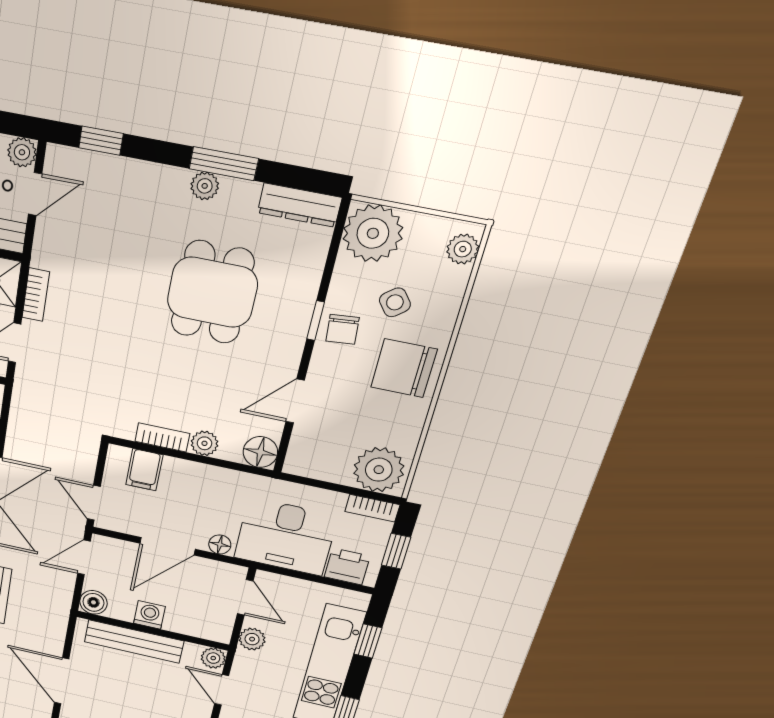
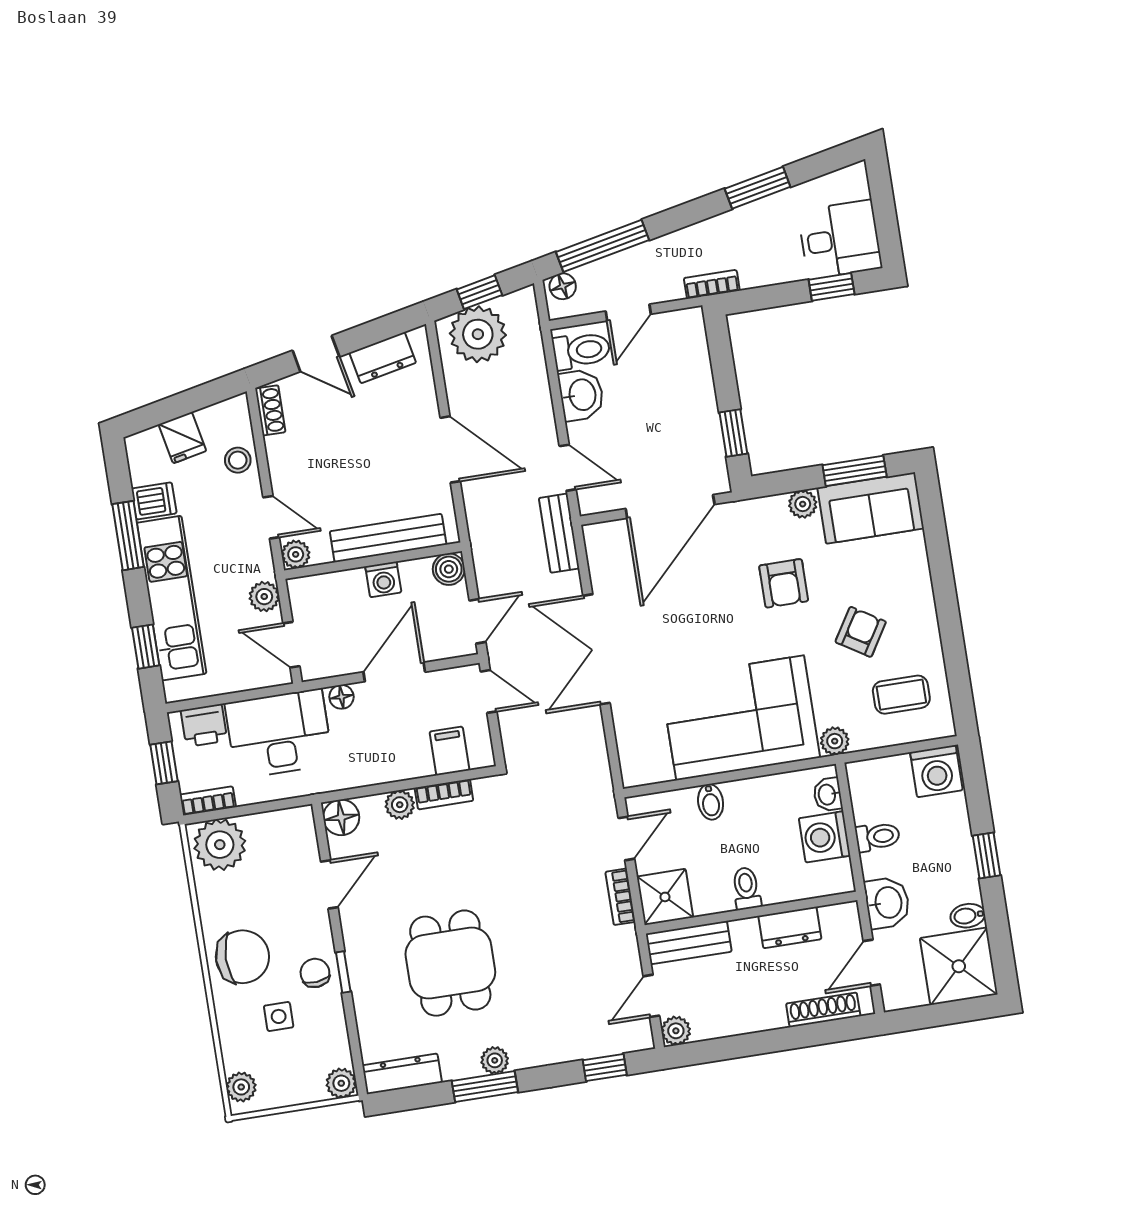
plant: (373, 233) -> (341, 1083), width x0.53, depth x0.53
side table: (395, 302) -> (279, 1016), turned 38

